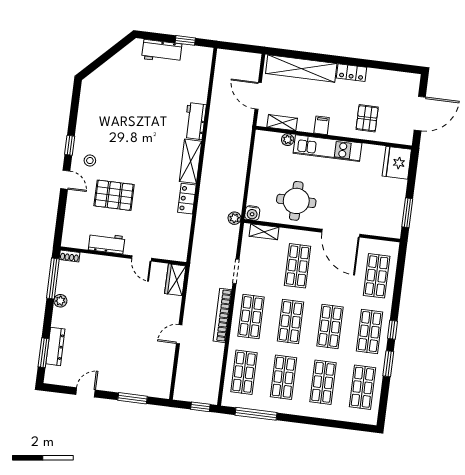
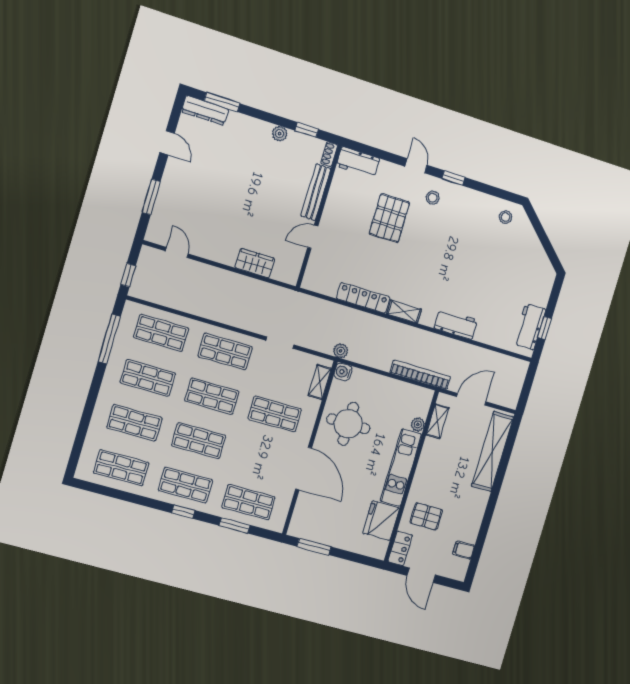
workbench: (162, 51) -> (530, 327), moved
locker: (352, 73) -> (400, 548), moved, turned 180
stool: (95, 93) -> (505, 217), added
door: (420, 114) -> (421, 575), width x0.73
filing cabinet: (322, 125) -> (464, 550), moved, turned 180
shelving: (191, 161) -> (404, 312), width x0.67, depth x0.75
fridge: (397, 163) -> (381, 521), moved, turned -90
door: (65, 180) -> (416, 166), swing flipped
locker: (187, 199) -> (363, 298), width x1.53
door: (341, 233) -> (304, 469), swing flipped
workbench: (107, 243) -> (358, 162), moved, turned 90
bench: (104, 262) -> (316, 192), added
window: (53, 279) -> (307, 130), width x0.46
wardrobe: (175, 280) -> (255, 263), moved
bookcase: (222, 315) -> (420, 375), moved
door: (179, 334) -> (177, 252), moved
dresser: (55, 346) -> (205, 110), moved
window: (388, 364) -> (235, 525), moved

